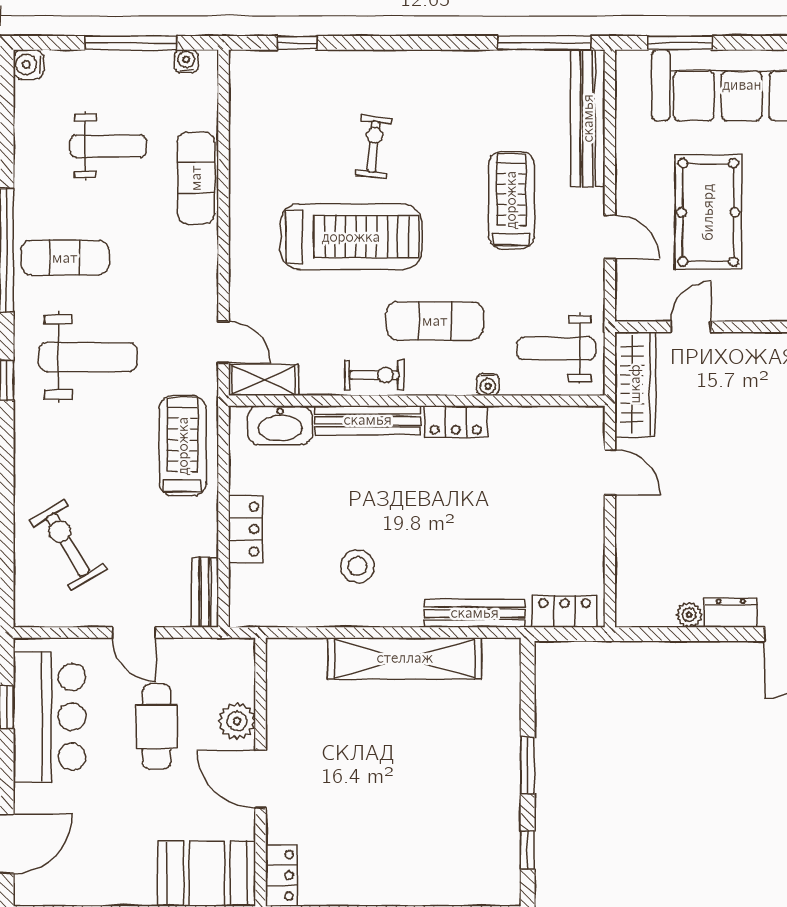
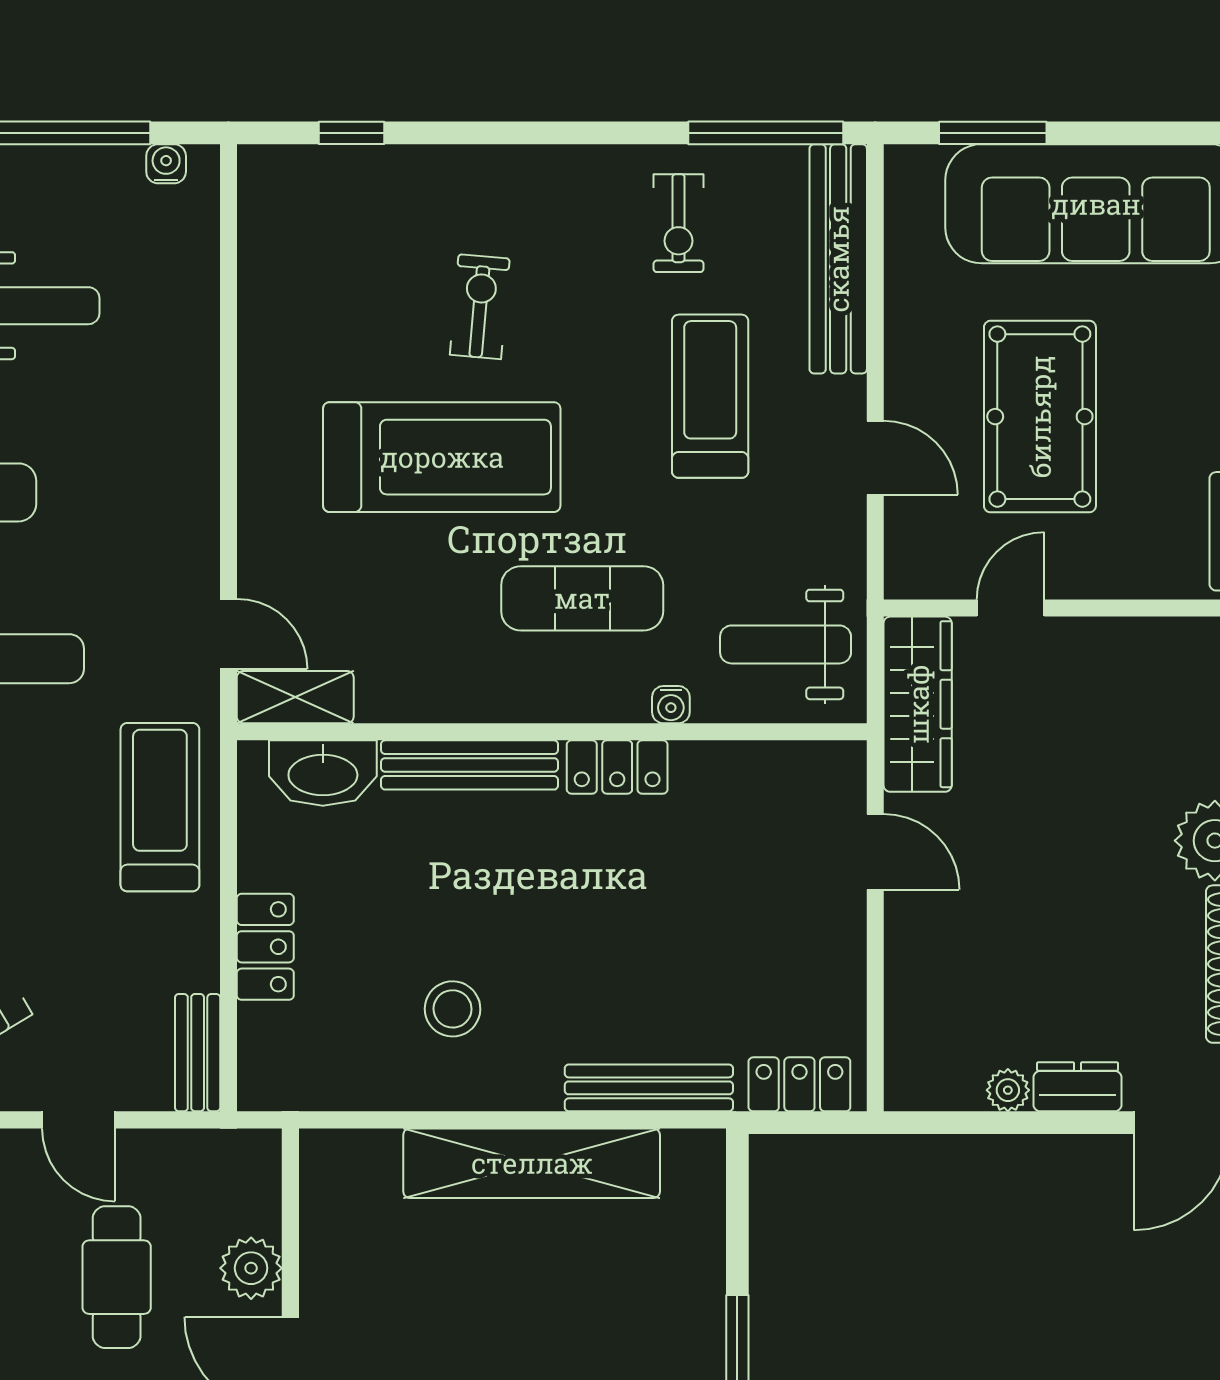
exercise mat: (196, 178) -> (182, 359), removed
exercise bike: (374, 375) -> (678, 223), moved, turned 90

